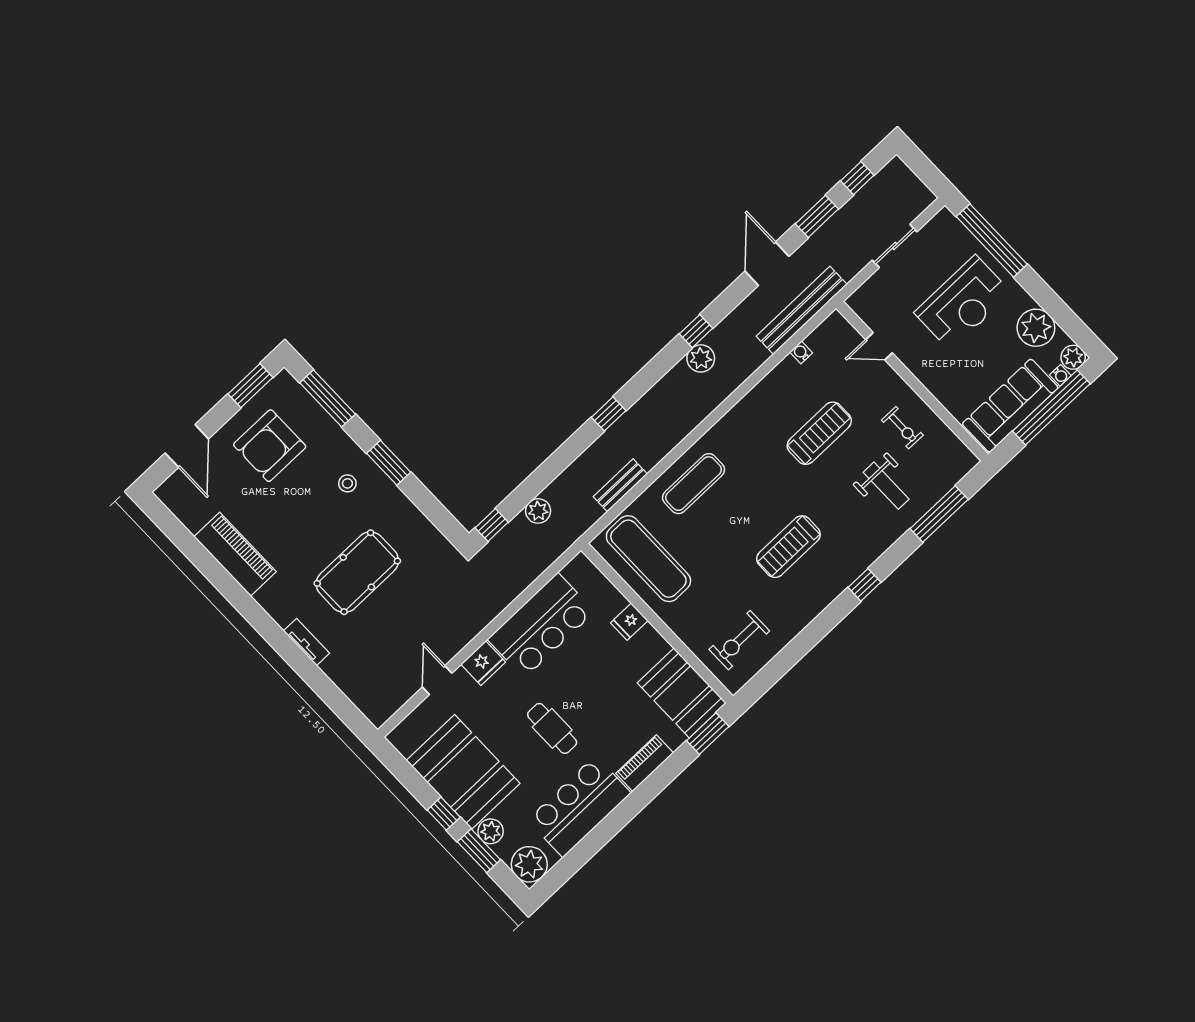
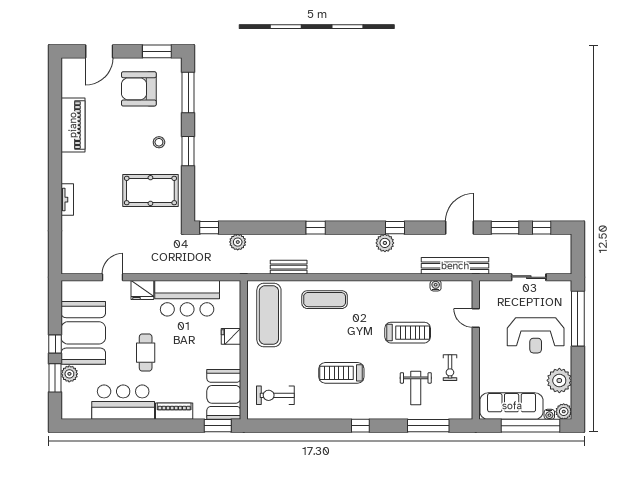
pool table: (357, 572) -> (150, 191), moved
plant: (529, 864) -> (73, 407), removed

